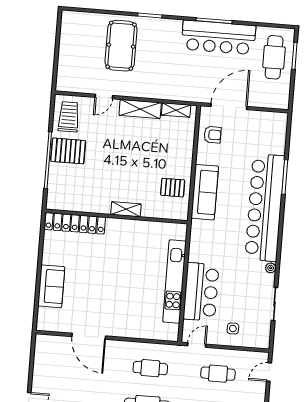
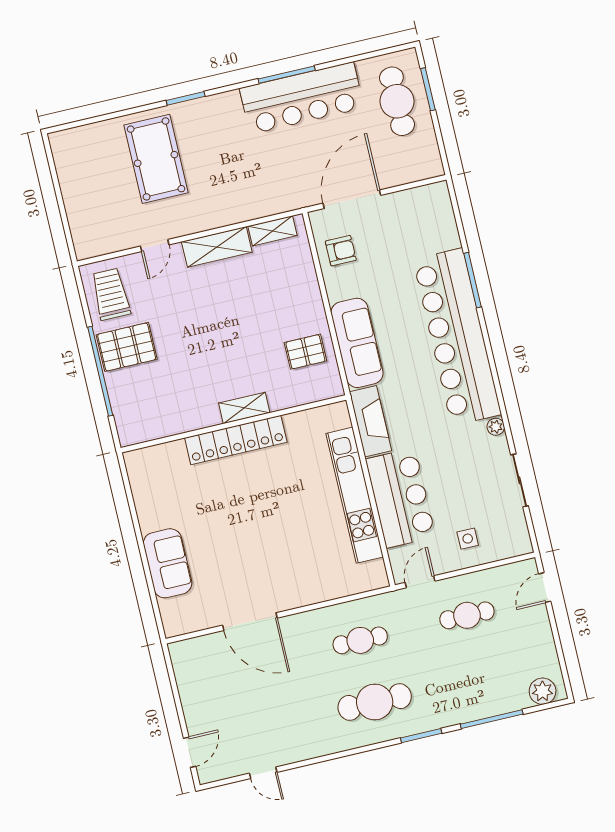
locker: (75, 223) -> (236, 440), moved
fireplace: (198, 241) -> (370, 421), added

